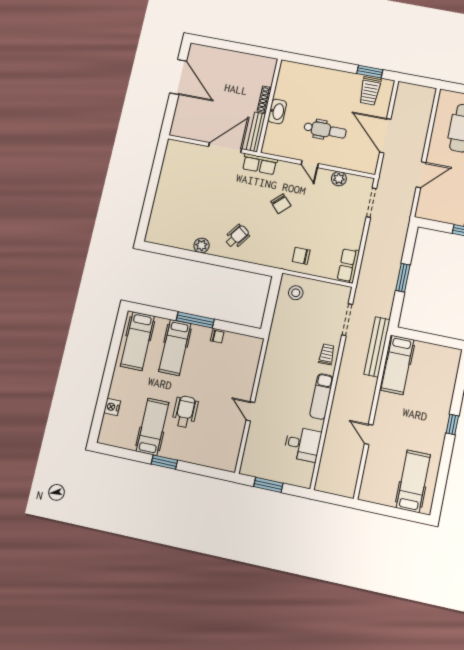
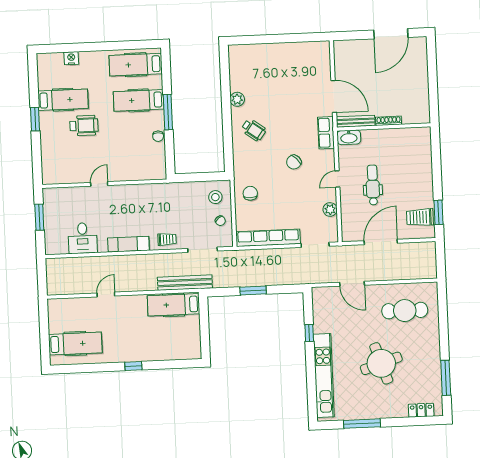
washbasin: (277, 111) -> (349, 137), moved
dental chair: (325, 130) -> (373, 185), turned 180
row of seats: (348, 265) -> (268, 238), width x2.02
chair: (322, 294) -> (220, 221), added

